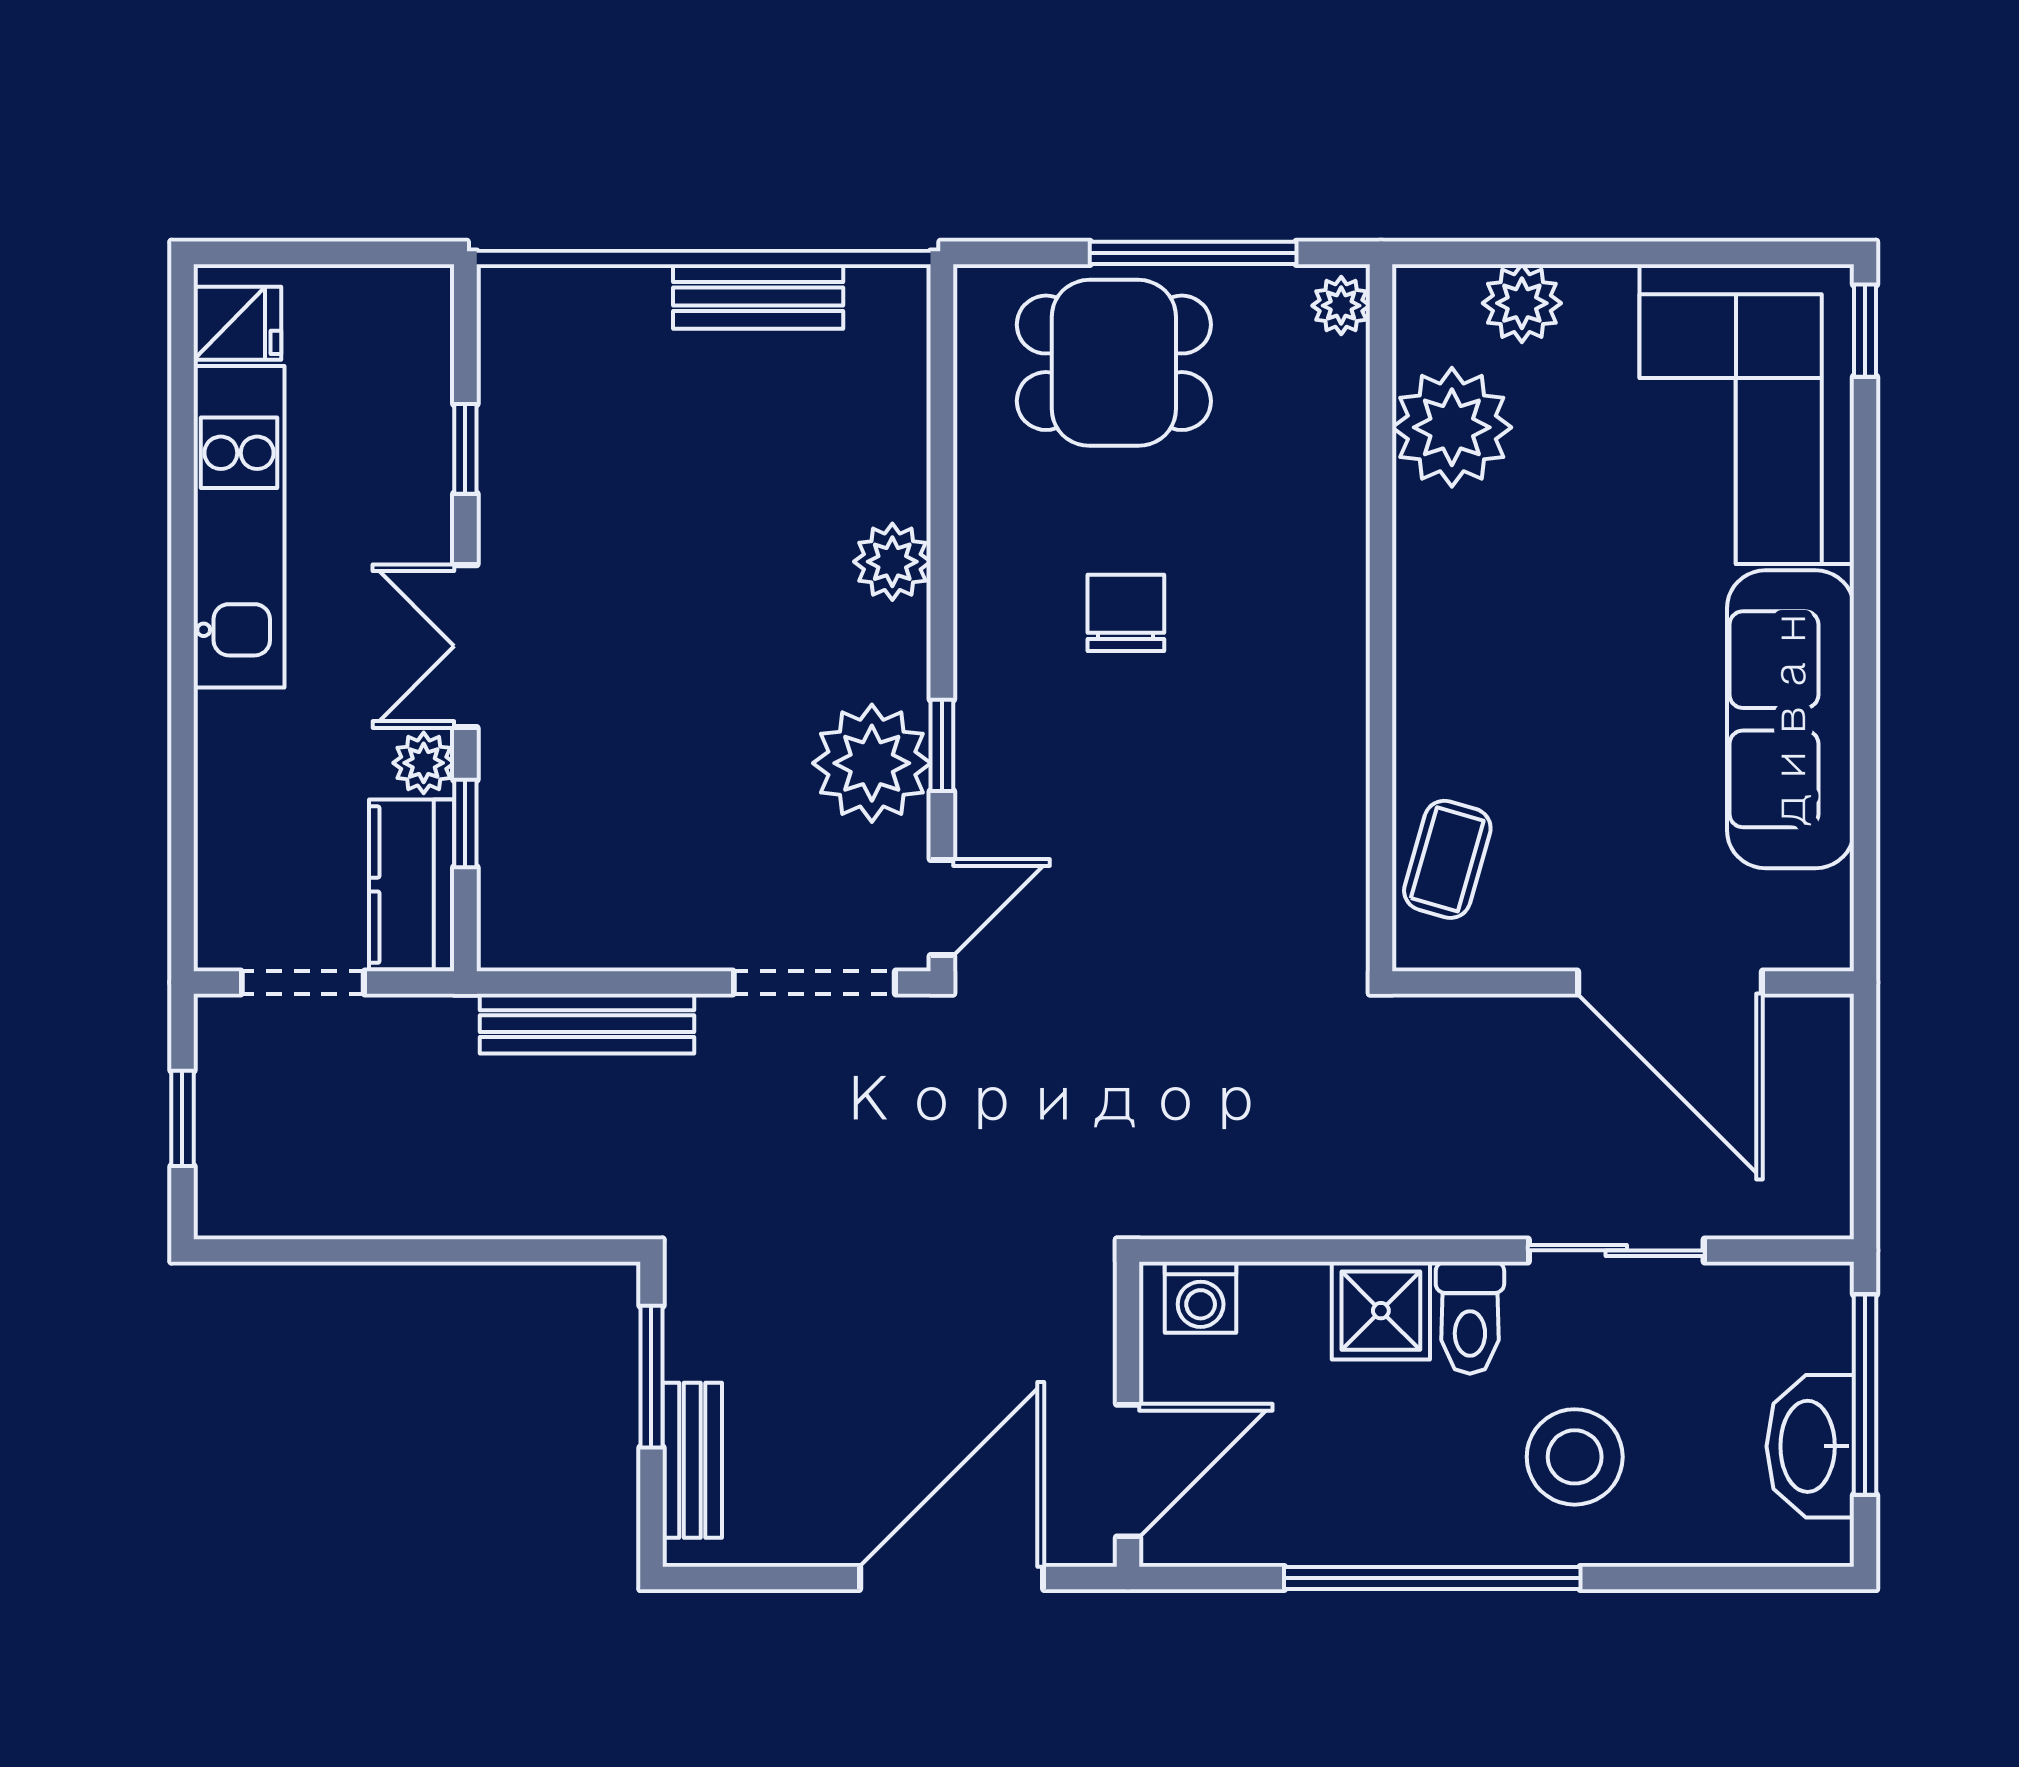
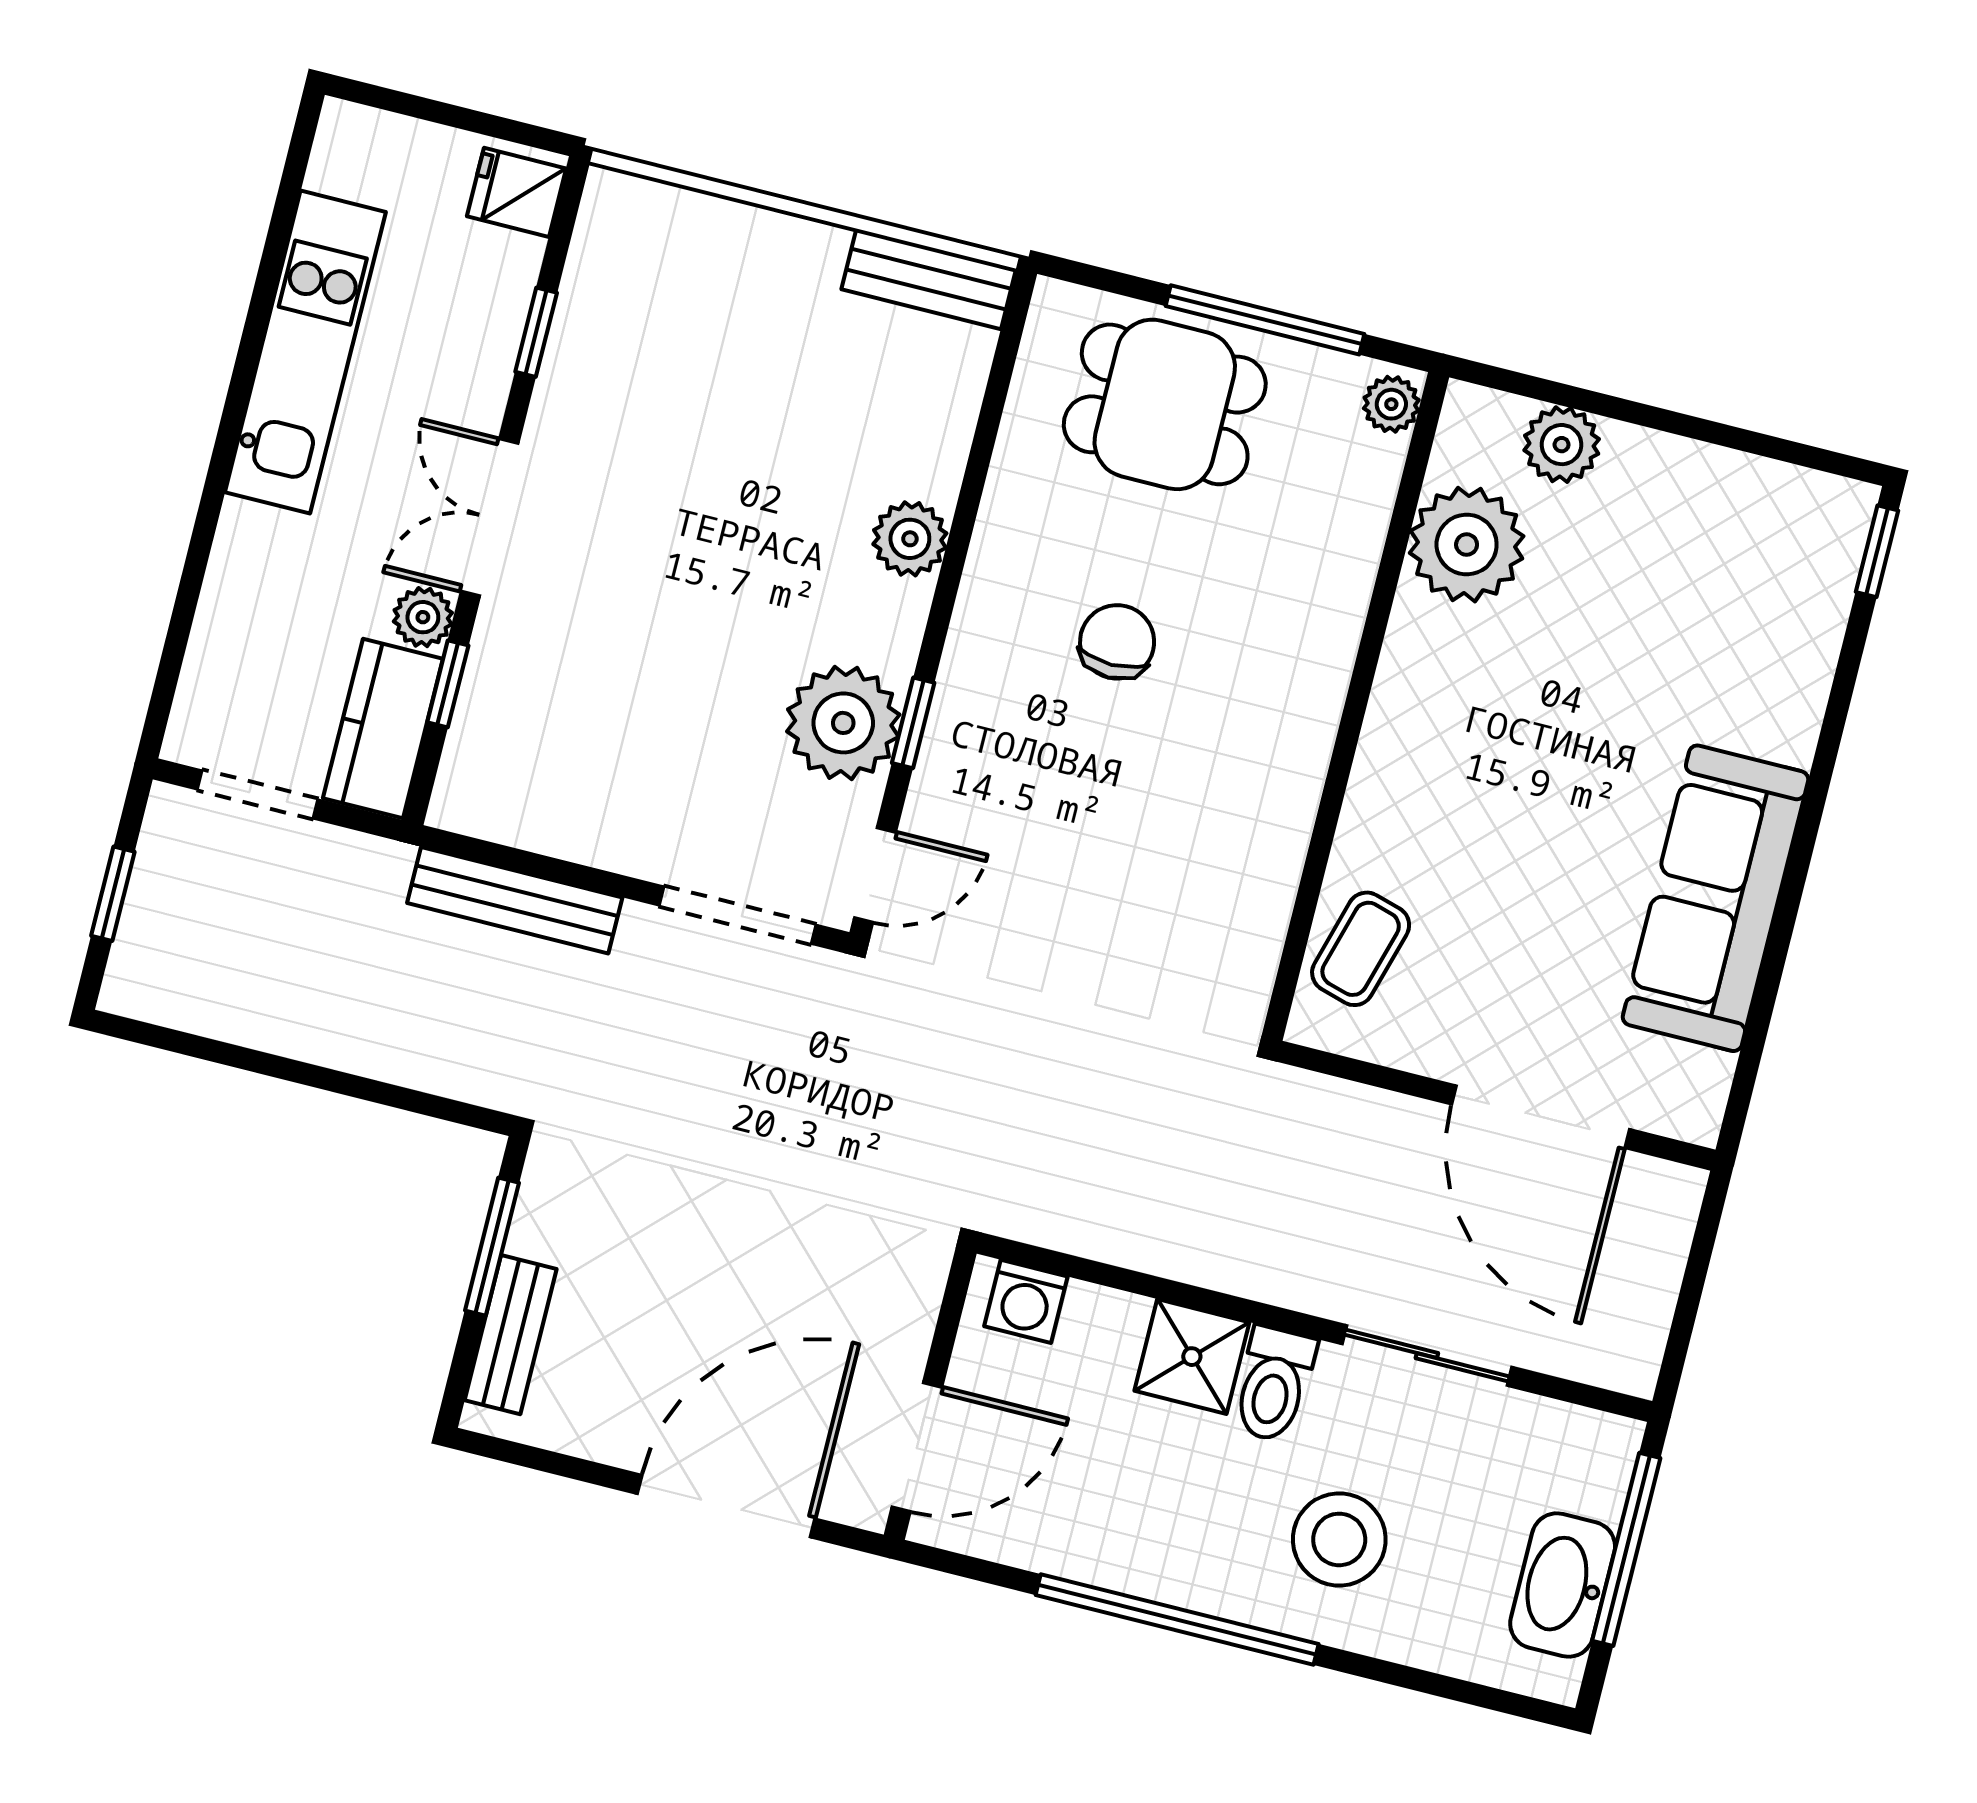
bench: (758, 296) -> (929, 279), moved
fridge: (237, 323) -> (516, 192), moved, turned 180
corner sofa: (1747, 414) -> (1746, 602), removed

